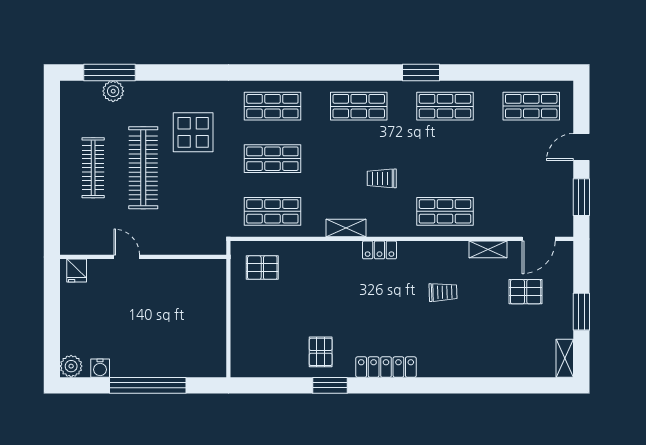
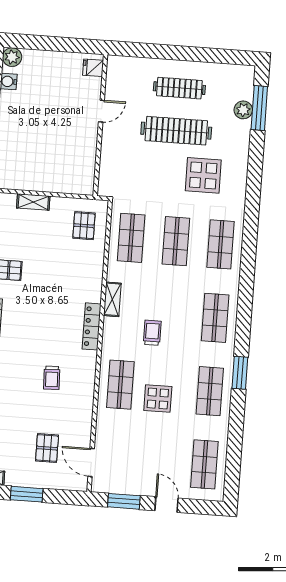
display table: (458, 166) -> (158, 399), added
shelving: (488, 249) -> (33, 202), moved, turned 90
locker: (379, 250) -> (92, 326), width x1.53

